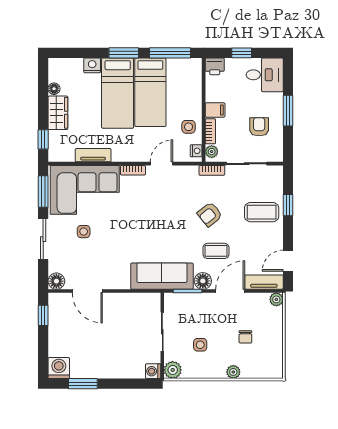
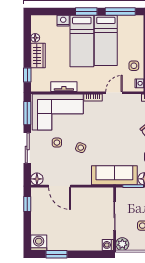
side table: (116, 238) -> (81, 148), added

